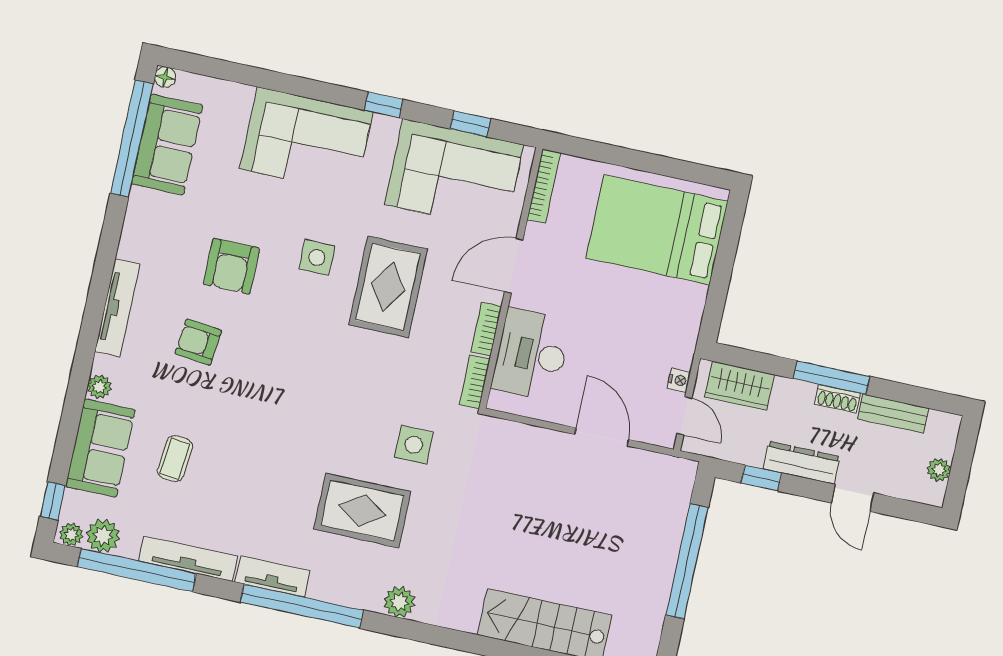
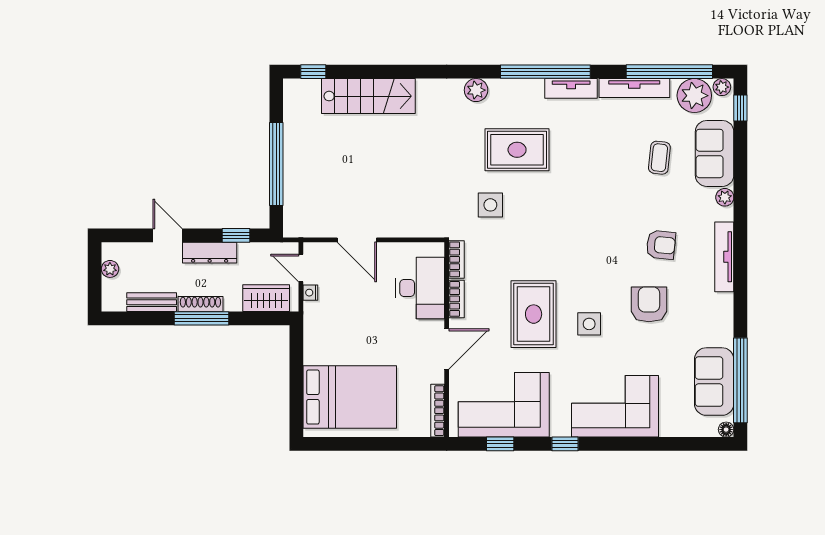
shoe rack: (837, 399) -> (200, 304), width x1.43
plant: (103, 536) -> (694, 96), width x1.36, depth x1.36

